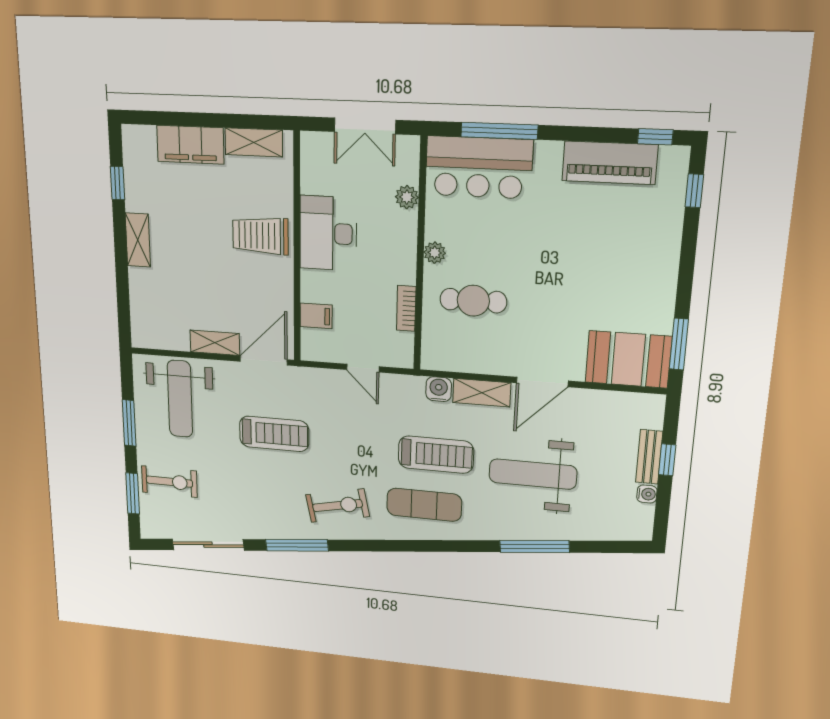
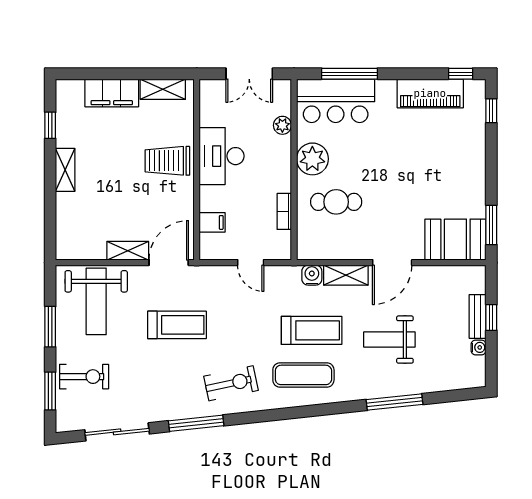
plant: (435, 253) -> (312, 159), width x1.88, depth x1.88
weight bench: (533, 474) -> (389, 340), width x0.73, depth x0.75

